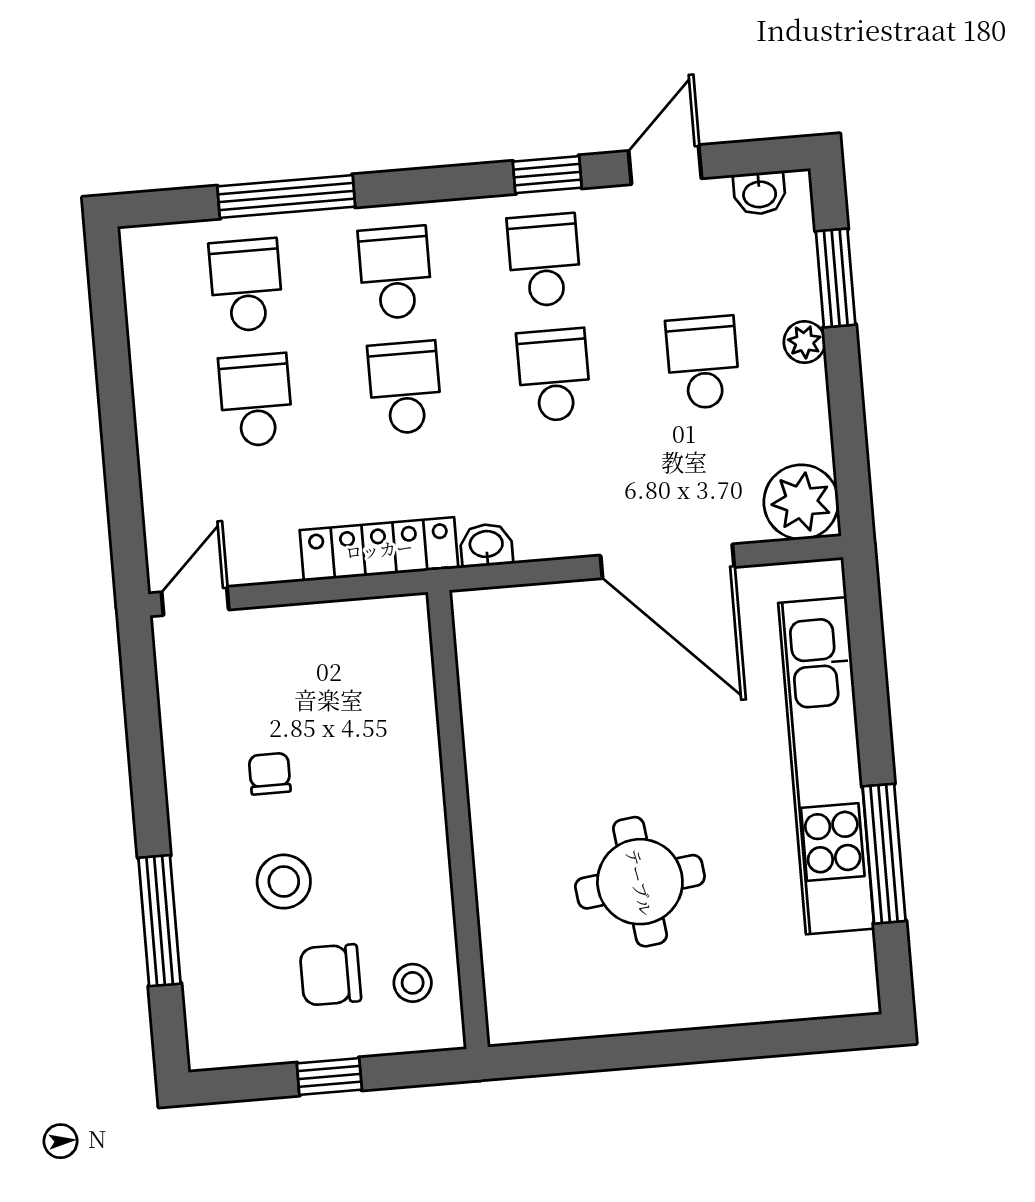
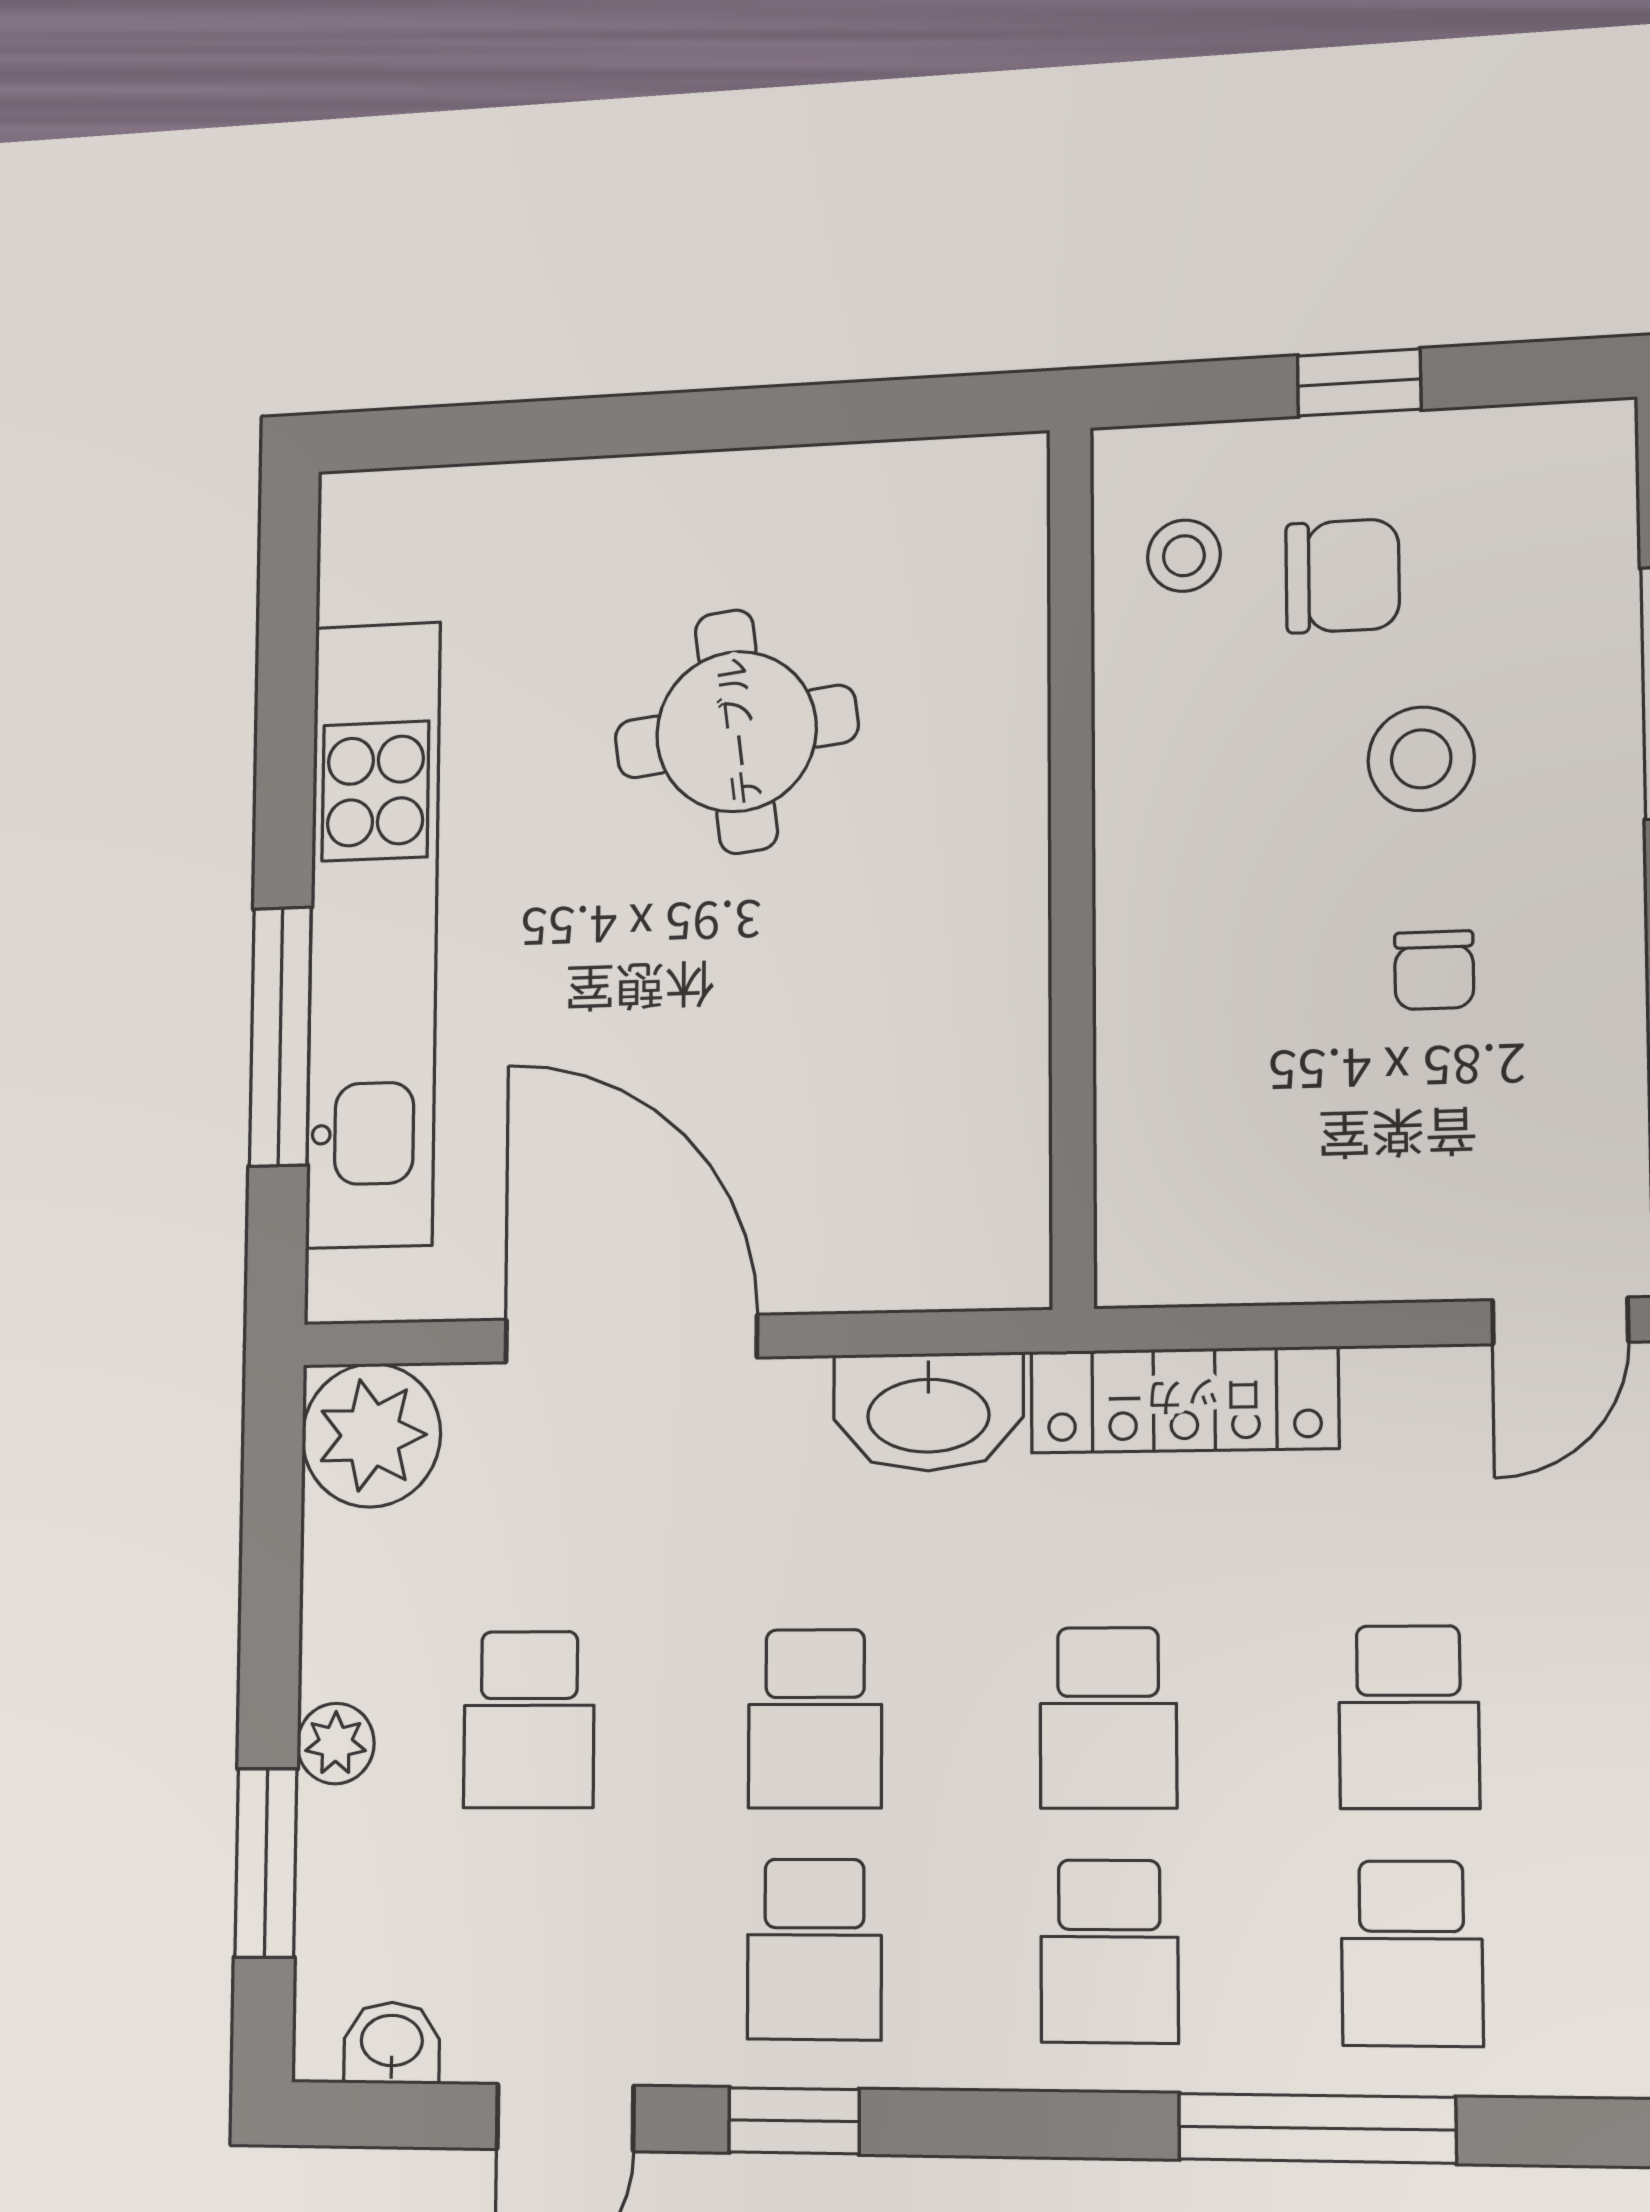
washbasin: (486, 545) -> (928, 1412), width x1.91, depth x1.45
window: (884, 854) -> (280, 1036), moved

